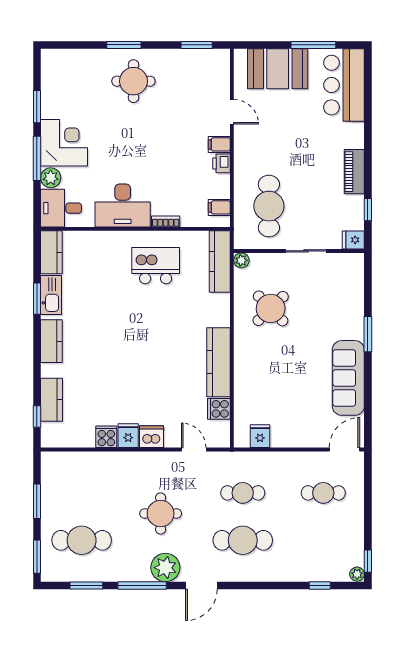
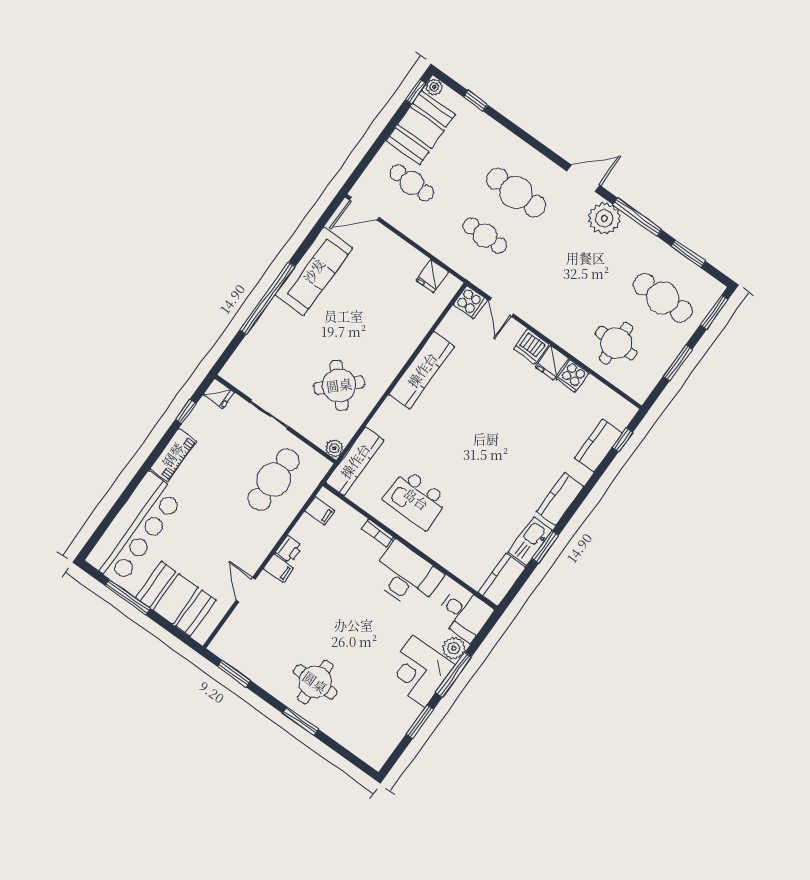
bar counter: (344, 85) -> (135, 529), width x1.36
window: (368, 334) -> (267, 298), width x2.11
cooker: (219, 409) -> (470, 302), moved
round table: (161, 514) -> (616, 343), moved
booth: (346, 538) -> (421, 127), added

